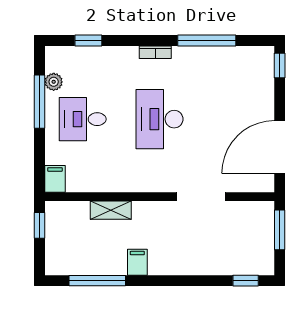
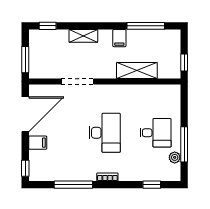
filing cabinet: (55, 179) -> (38, 143), moved, turned -90
shelving: (111, 210) -> (137, 71), width x1.50, depth x1.33
shelving: (192, 266) -> (83, 36), added

